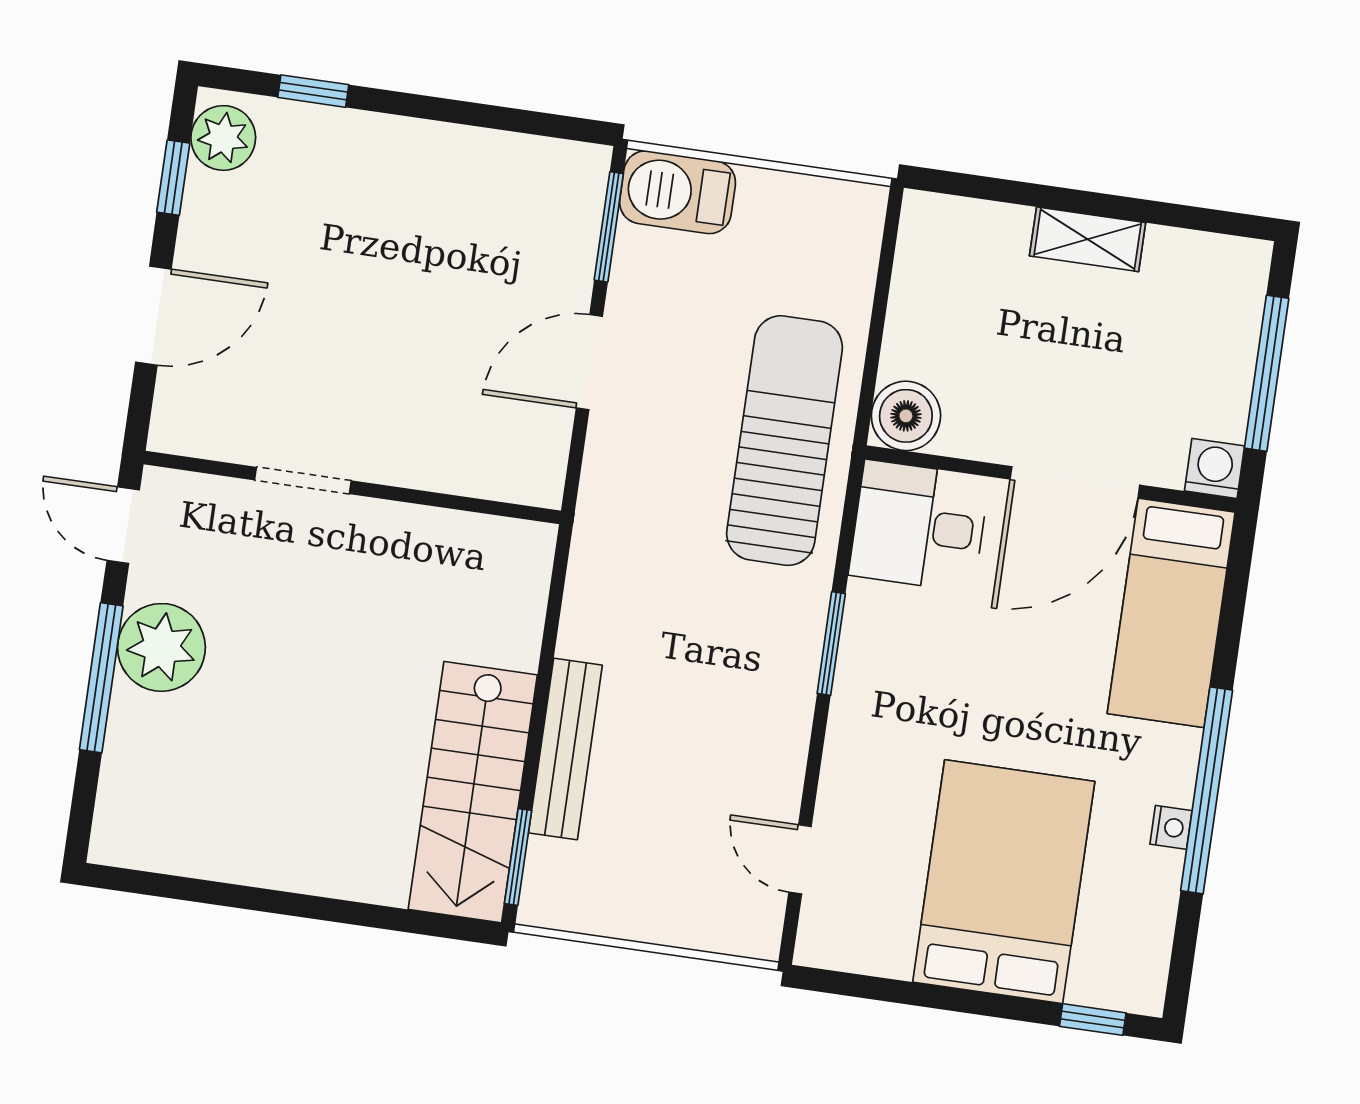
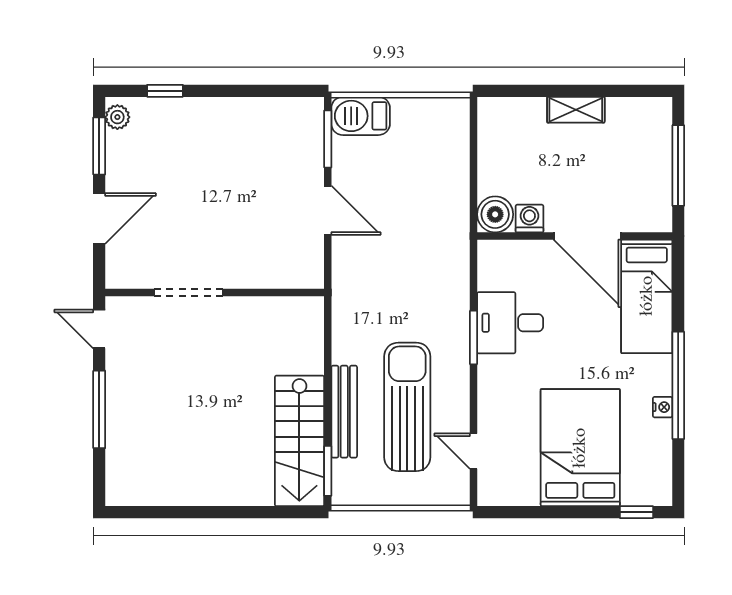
plant: (223, 138) -> (117, 117), width x0.73, depth x0.73
window: (173, 178) -> (99, 146), width x1.50
door: (589, 362) -> (328, 210), swing flipped
sun lounger: (785, 441) -> (407, 407), moved
washing machine: (1215, 468) -> (529, 219), moved
doorway: (303, 480) -> (189, 293), width x1.38
door: (1075, 482) -> (587, 236), hinge flipped
desk: (919, 526) -> (510, 323), moved
plant: (161, 647) -> (128, 389), removed

